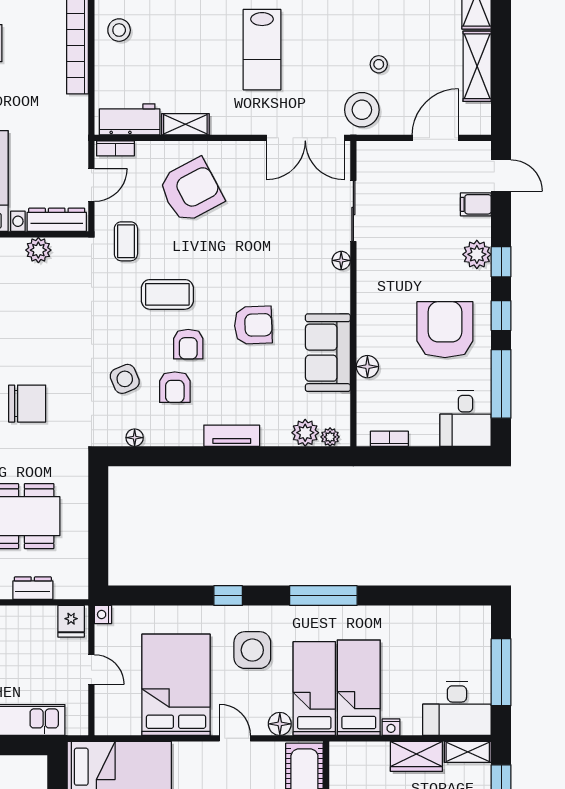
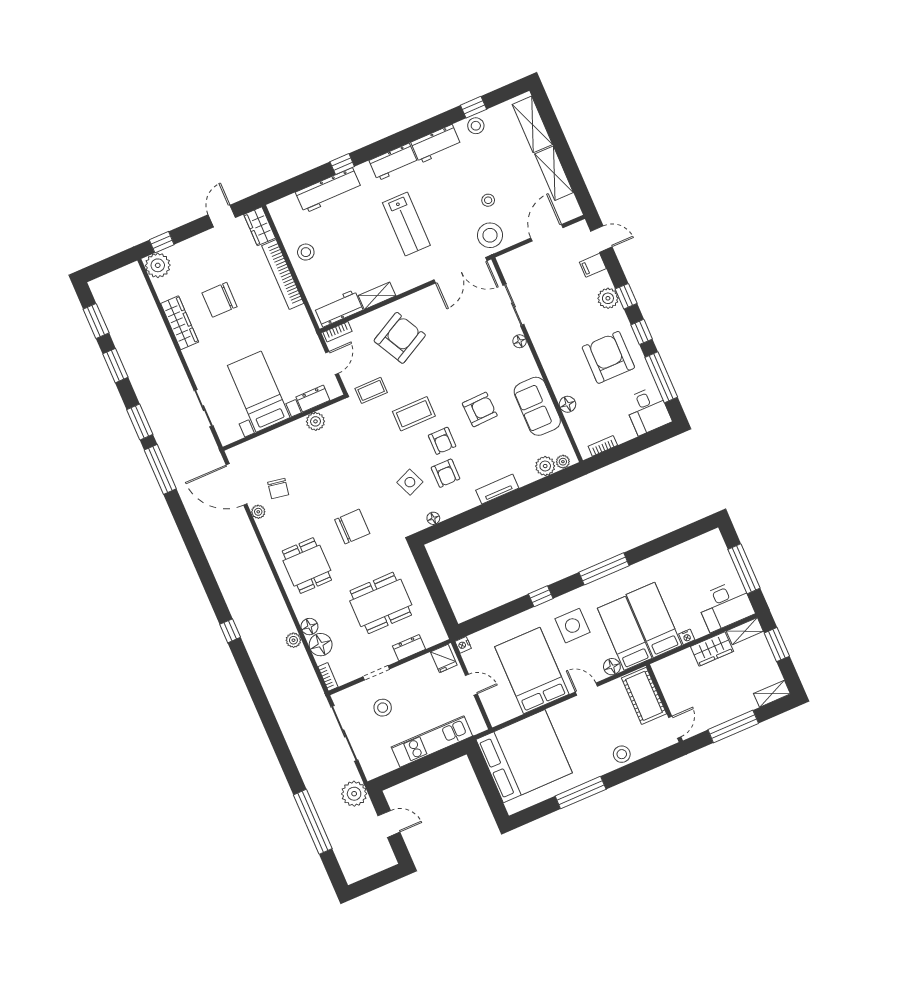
dresser: (57, 220) -> (313, 399), width x0.70
coffee table: (126, 241) -> (371, 390), turned 90

